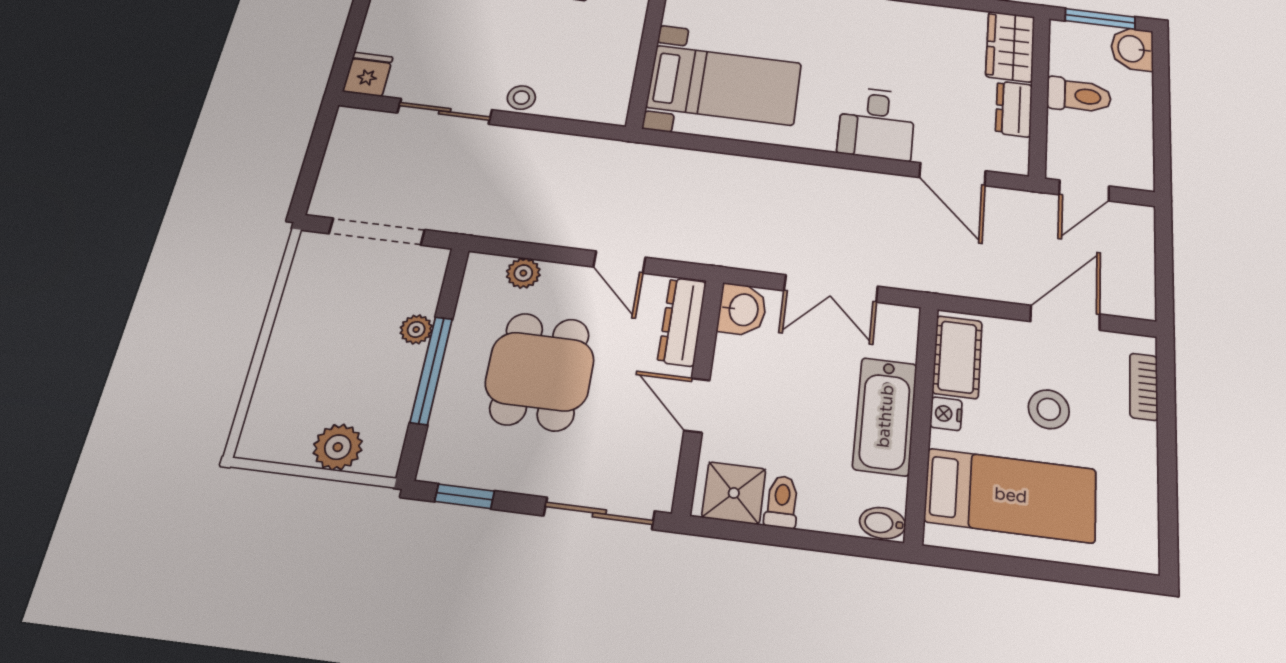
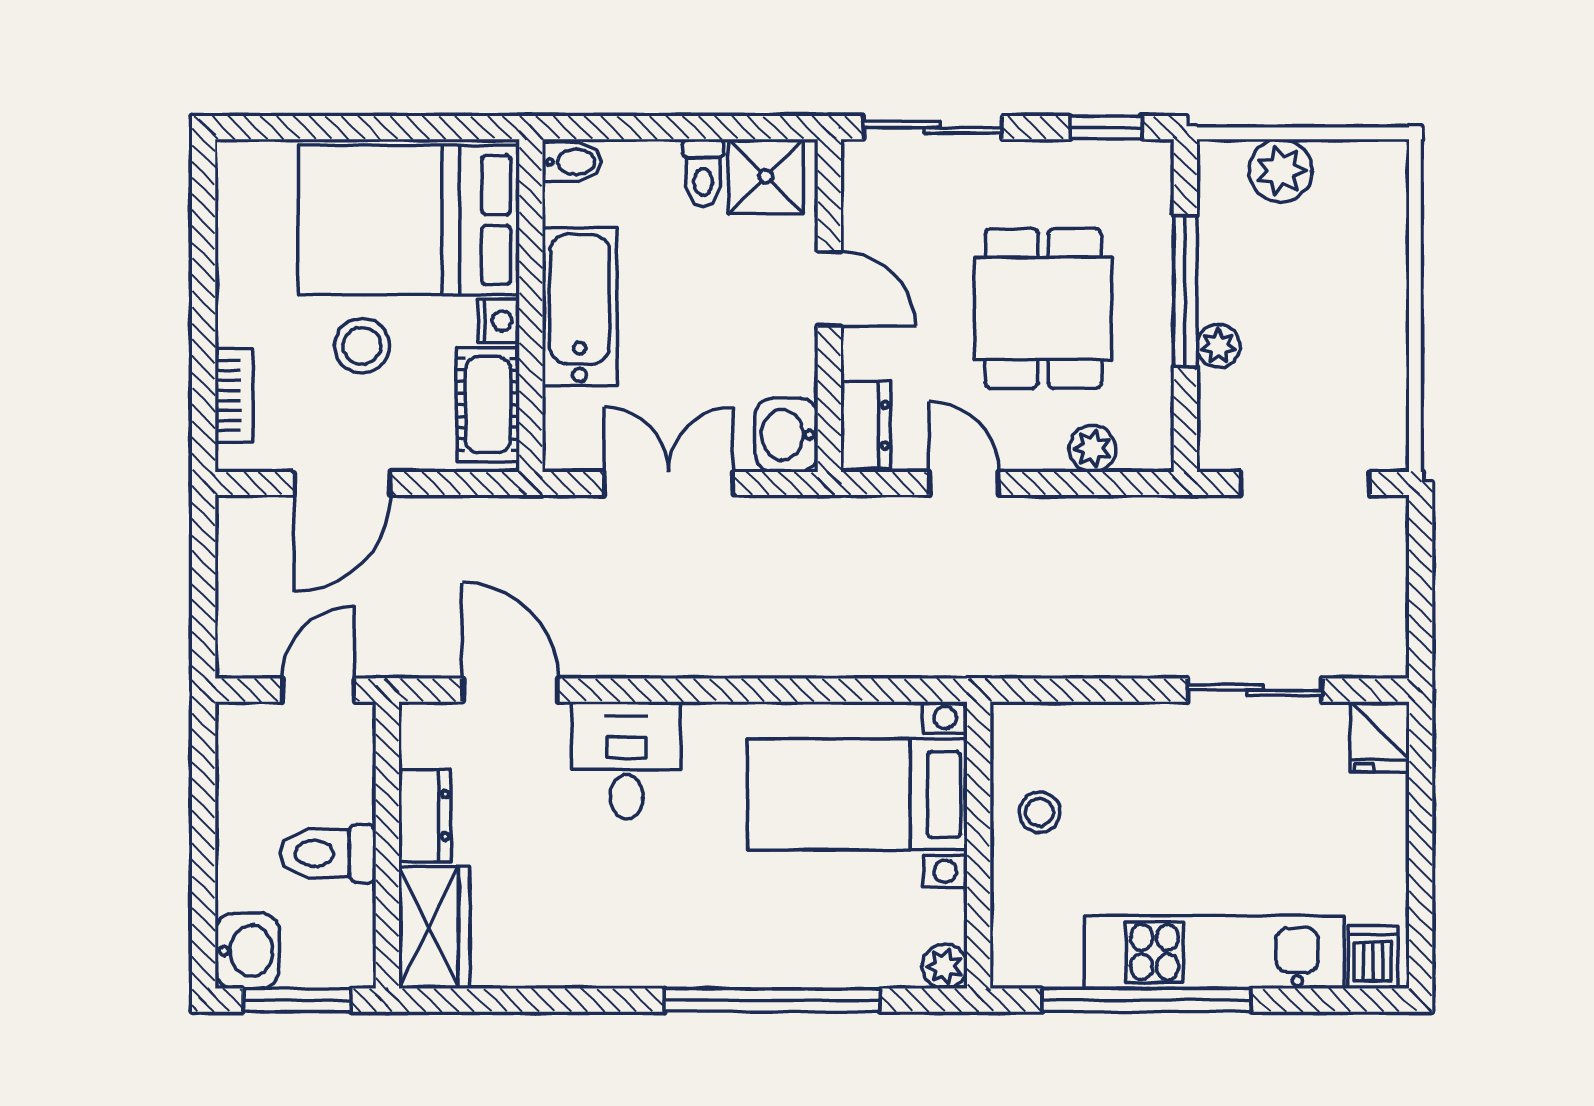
stool: (521, 98) -> (1040, 812), moved
dresser: (682, 322) -> (866, 425), width x0.70
bed: (1011, 495) -> (409, 220), width x1.50

